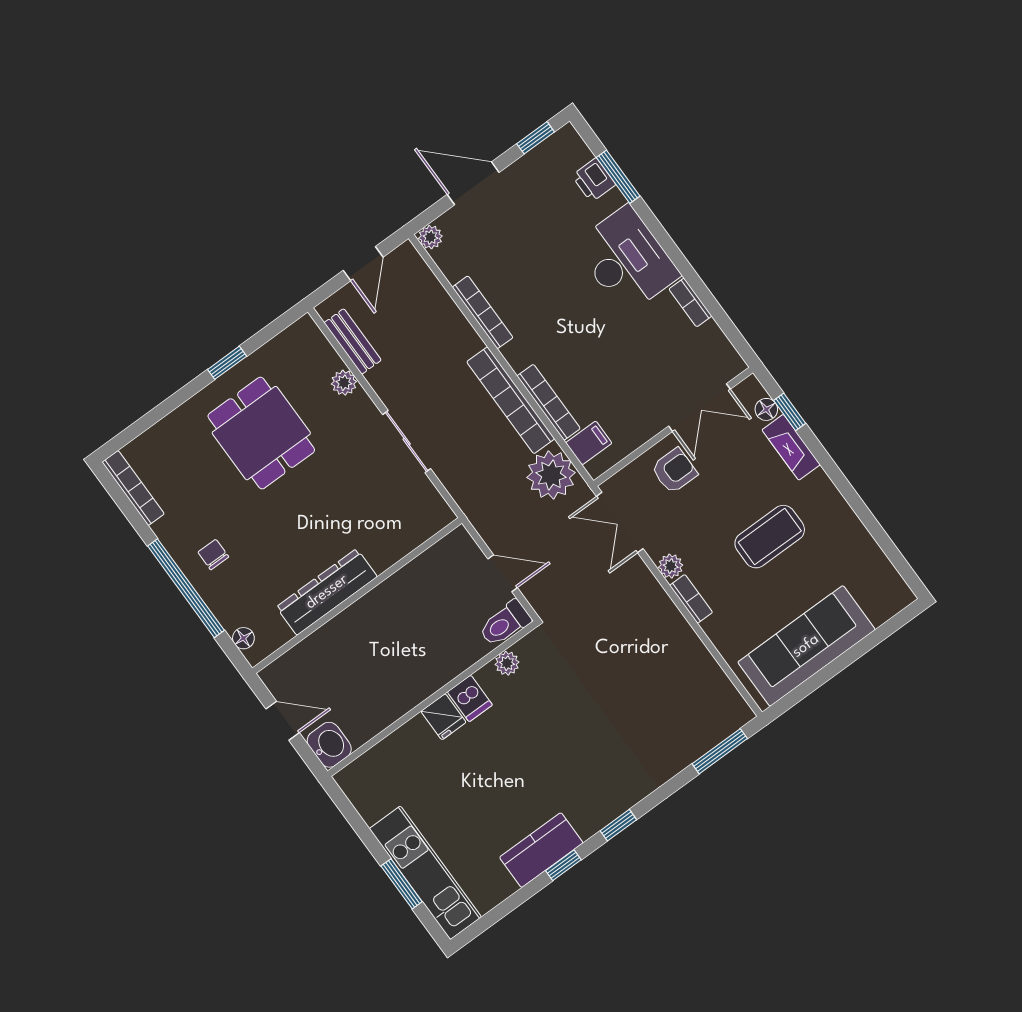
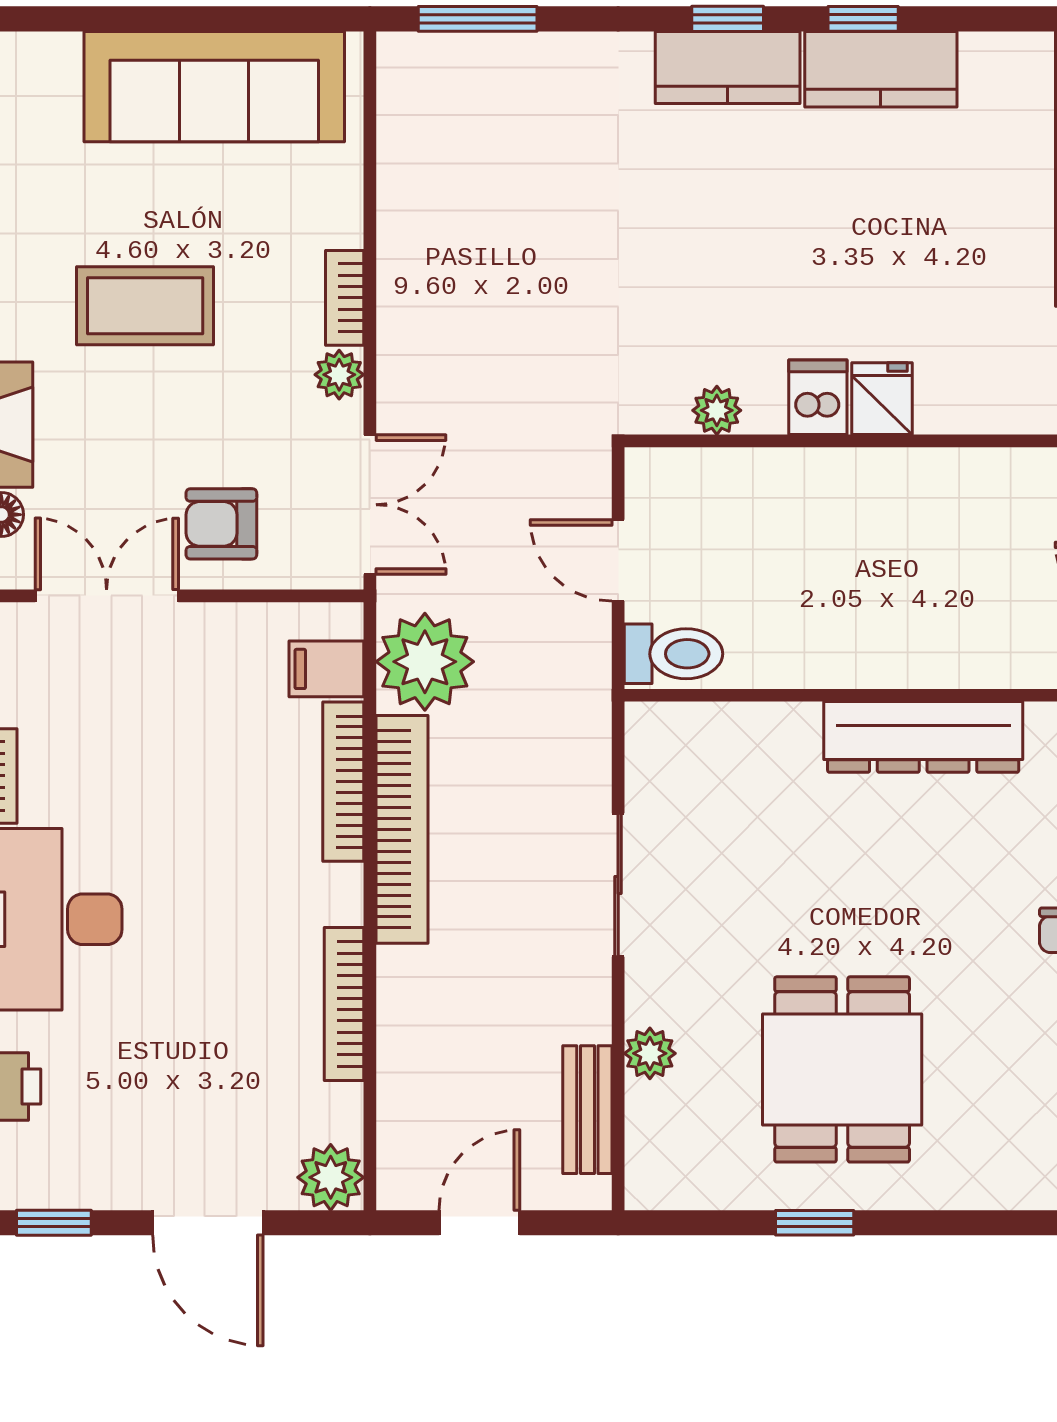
plant: (430, 237) -> (331, 1177), width x1.38, depth x1.38
toilet: (505, 623) -> (673, 654), moved
kitchen counter: (604, 806) -> (728, 67), added

